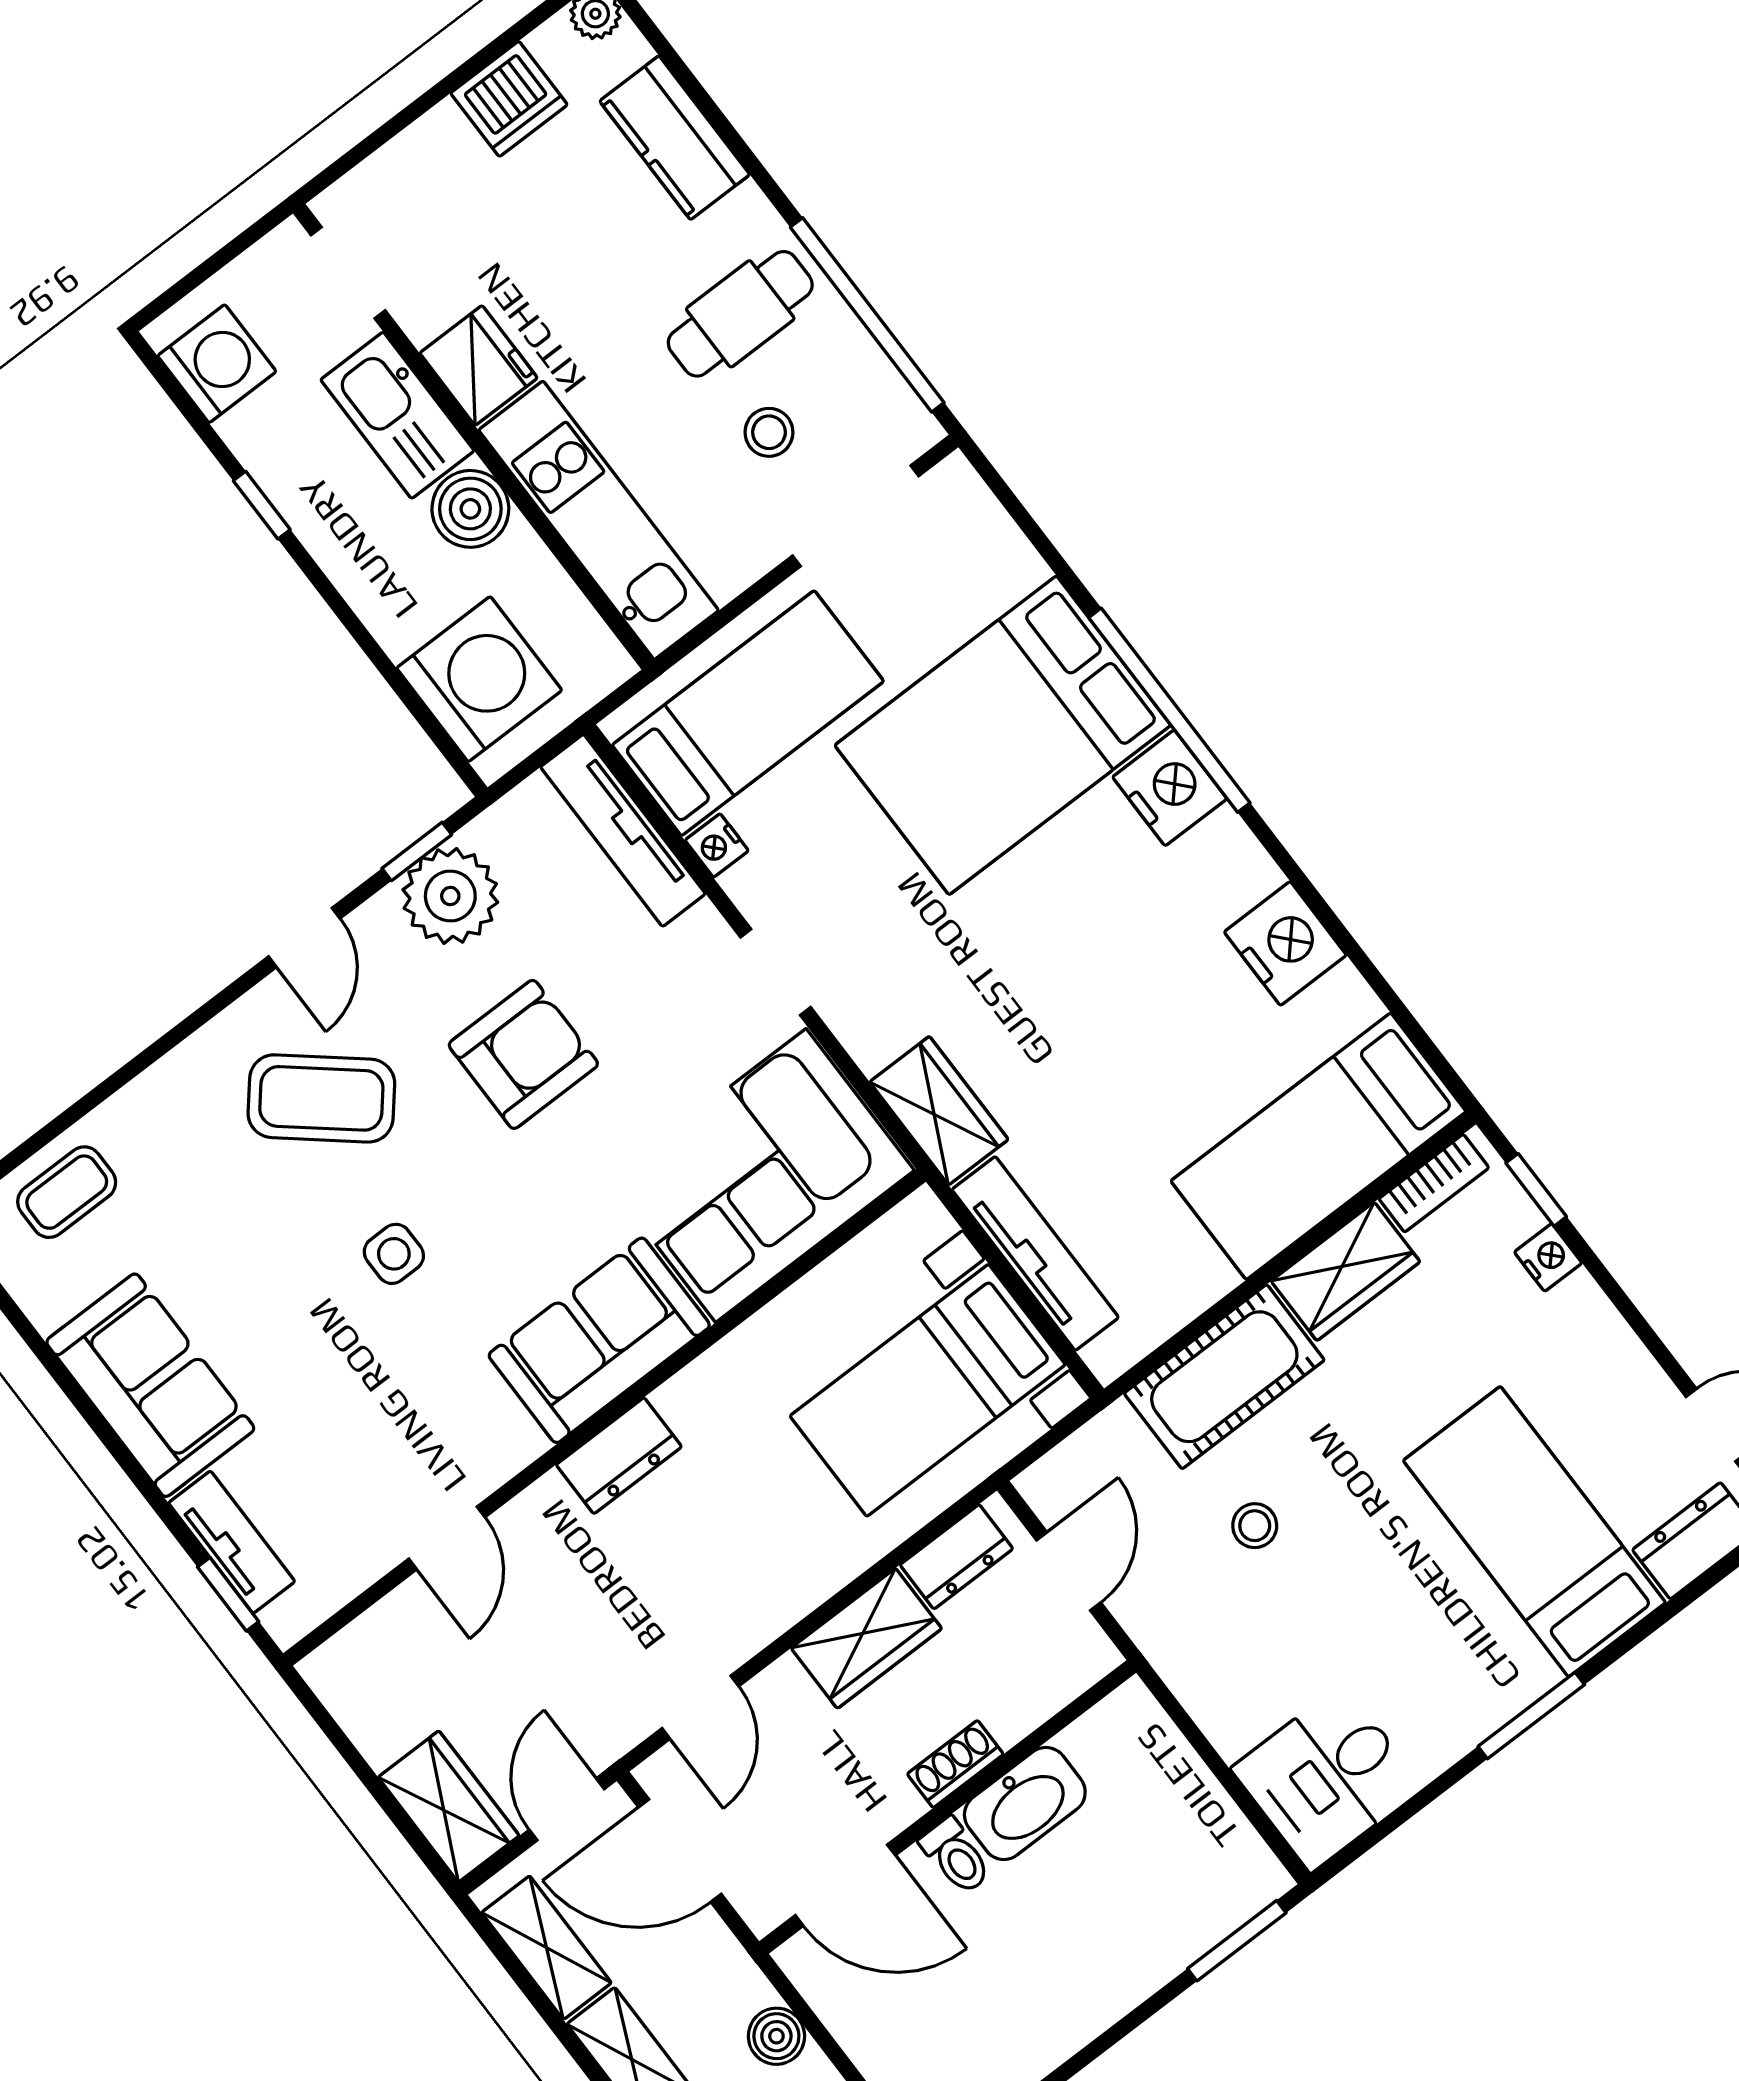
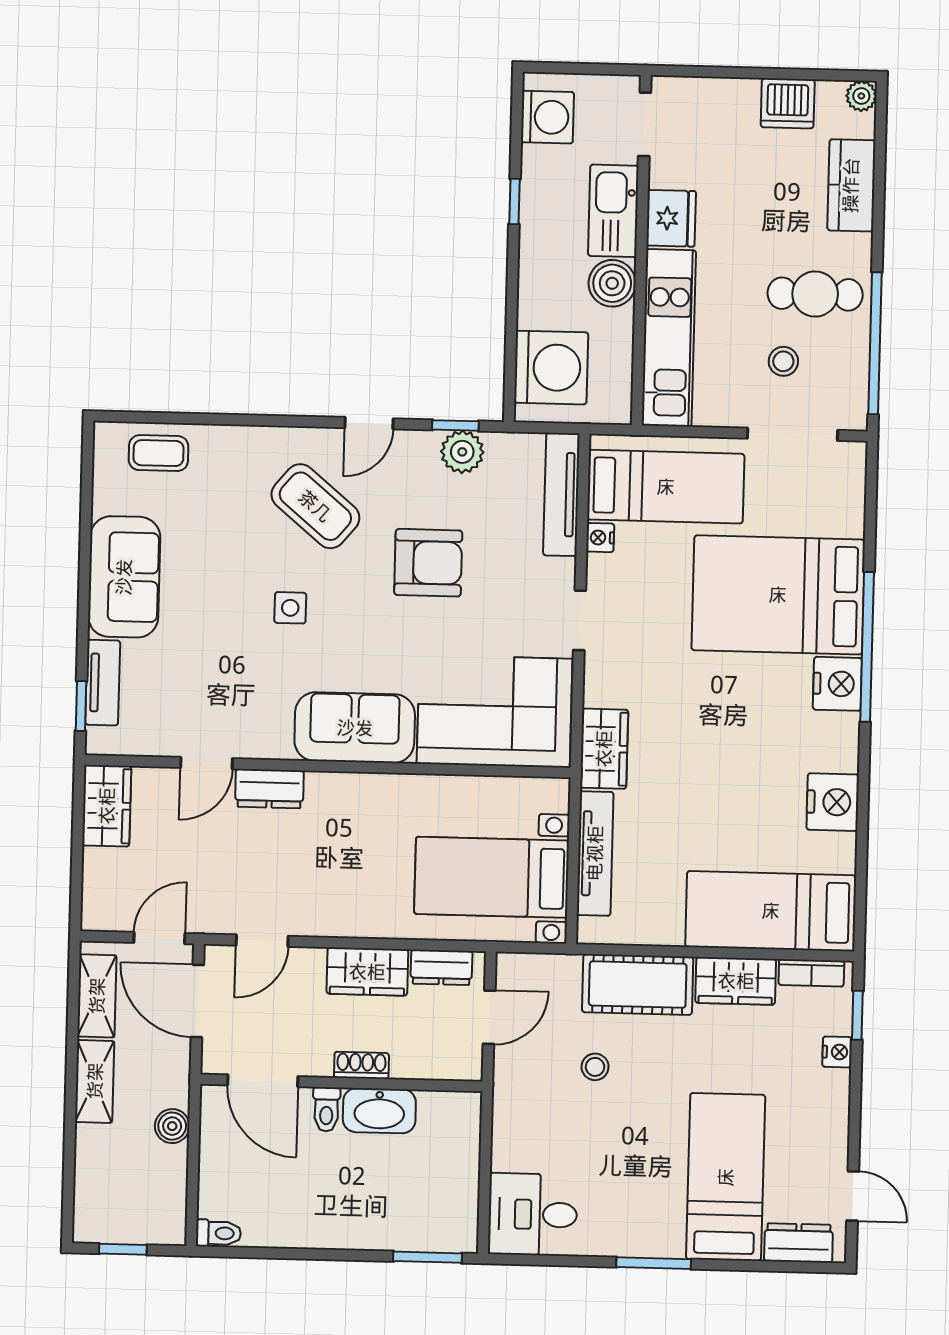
plant: (450, 896) -> (462, 452), width x0.73, depth x0.73
dresser: (619, 1456) -> (269, 789), moved
wardrobe: (449, 1806) -> (107, 806), moved

